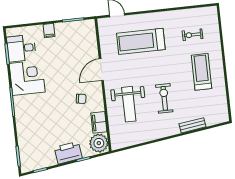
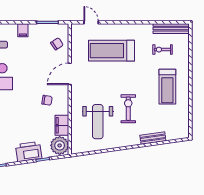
bench: (199, 13) -> (171, 29), added
chair: (85, 41) -> (57, 44), added
treadmill: (201, 72) -> (167, 87), turned 180
weight bench: (129, 104) -> (98, 122), moved

